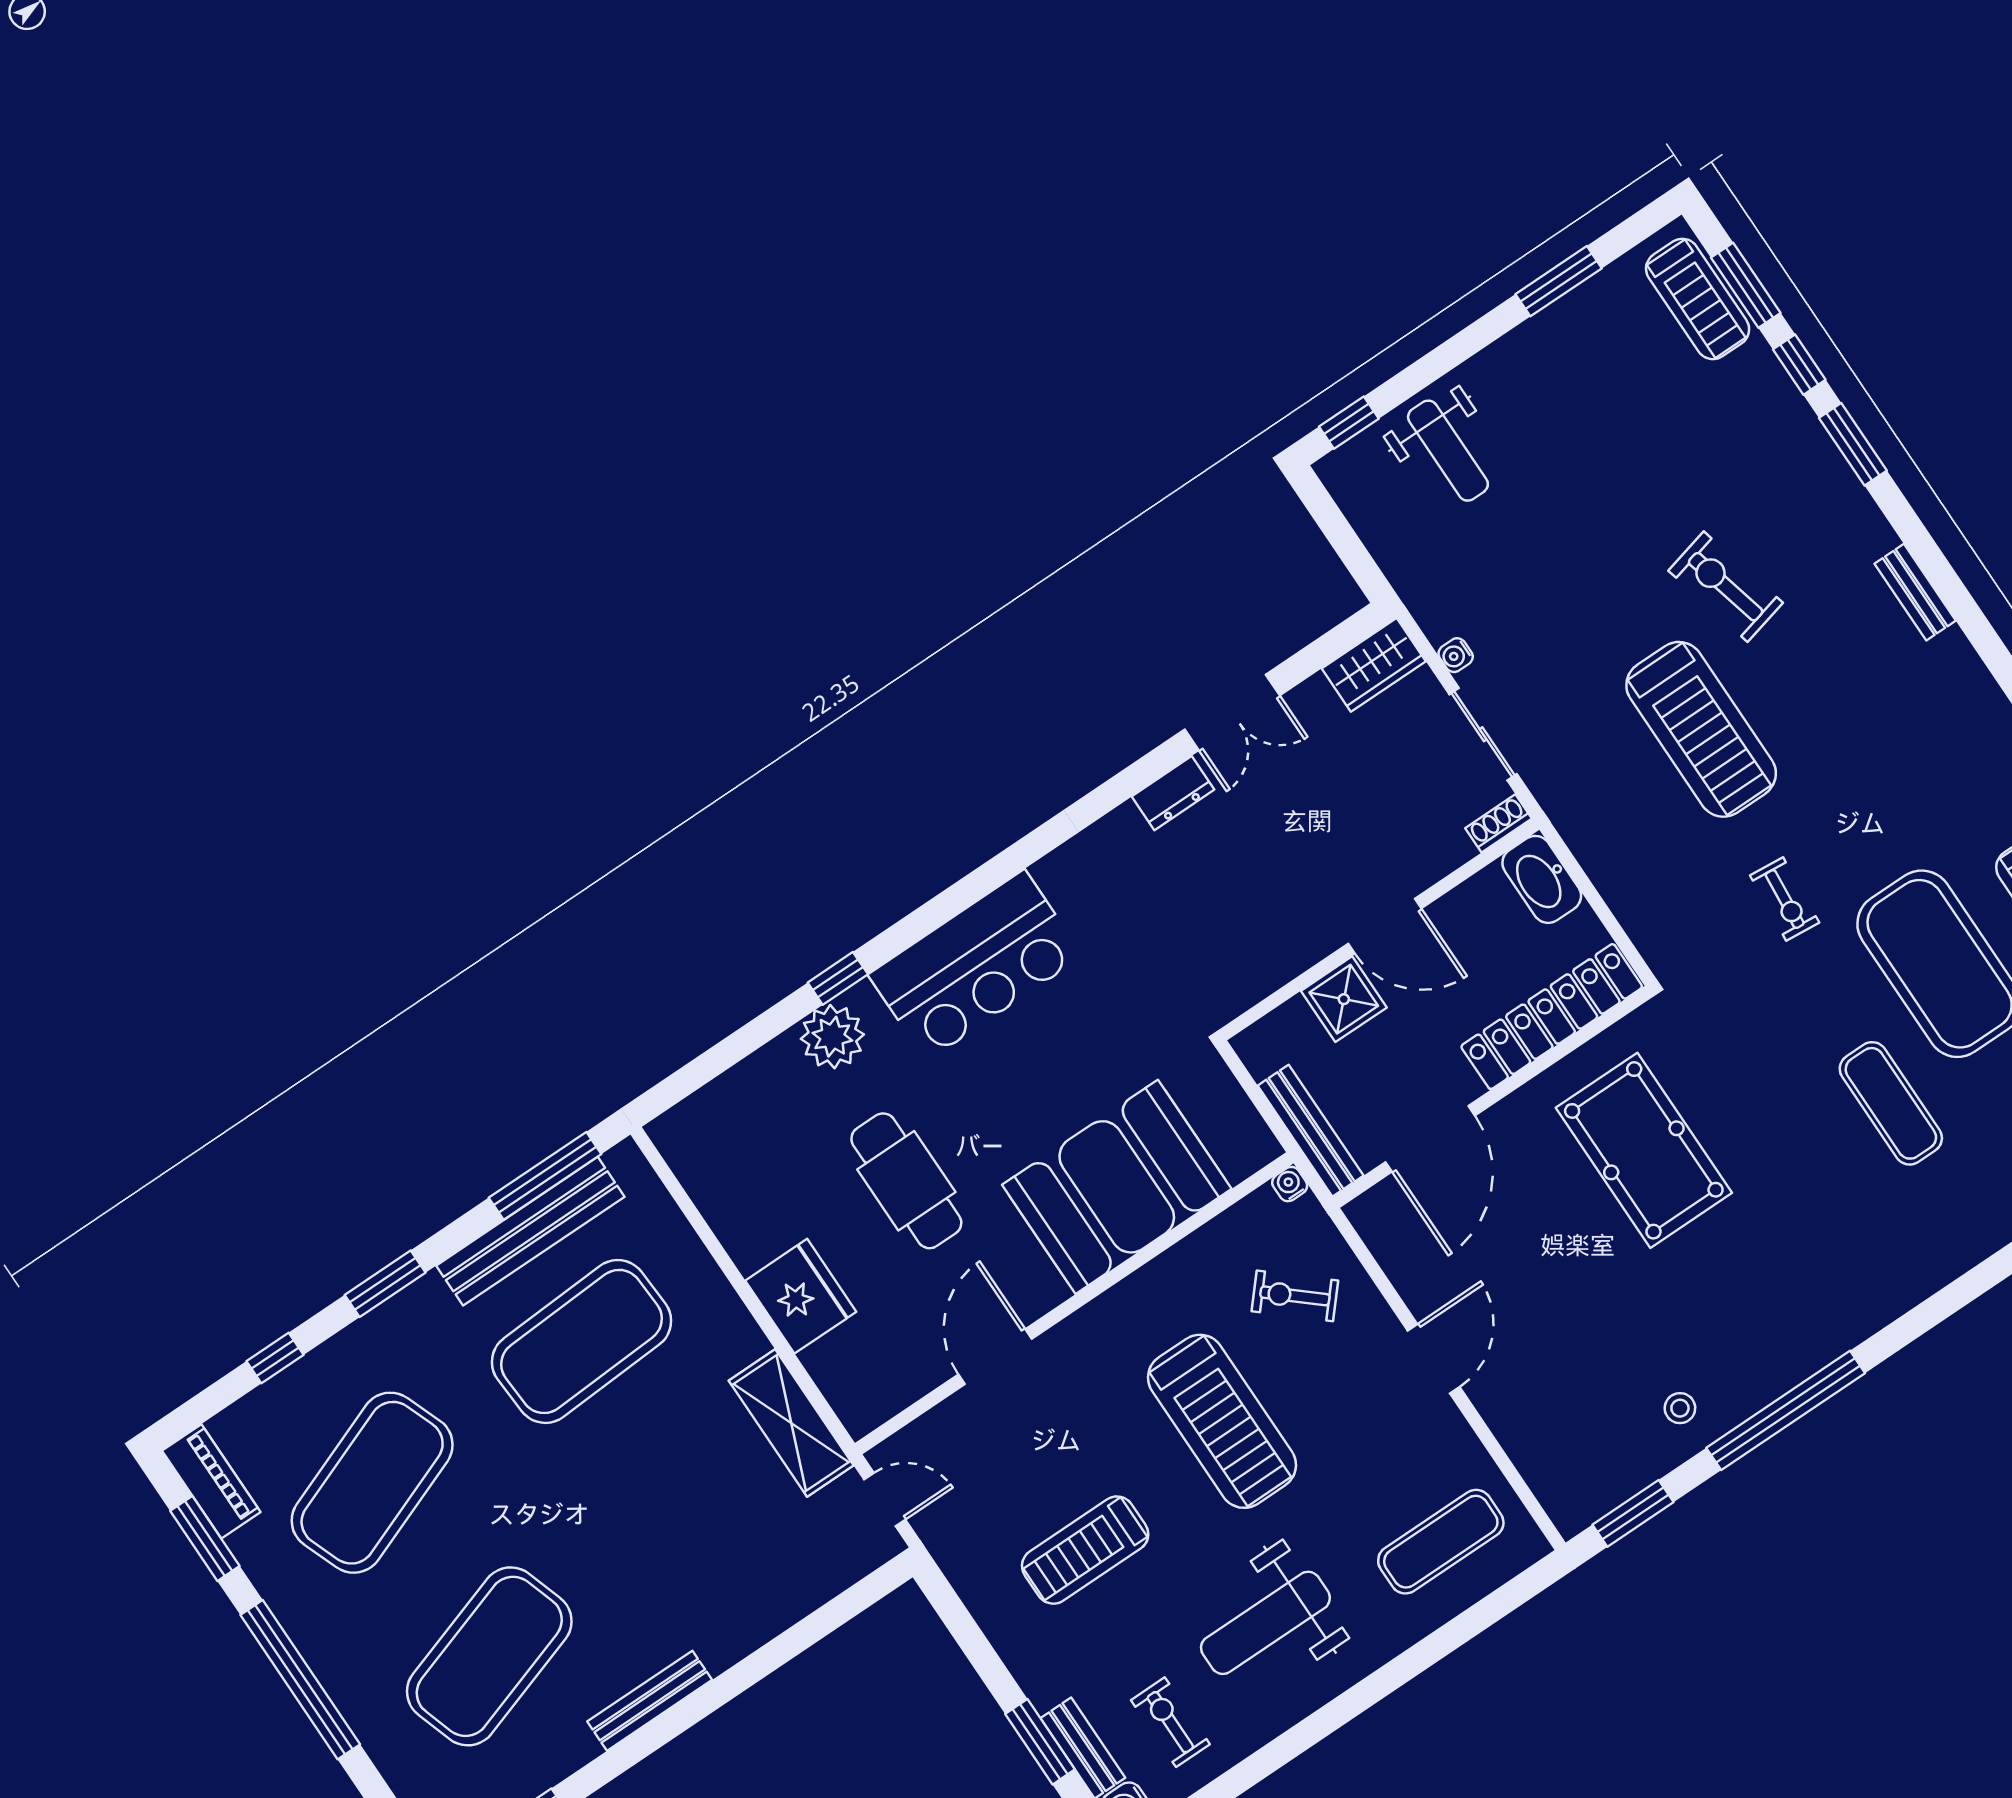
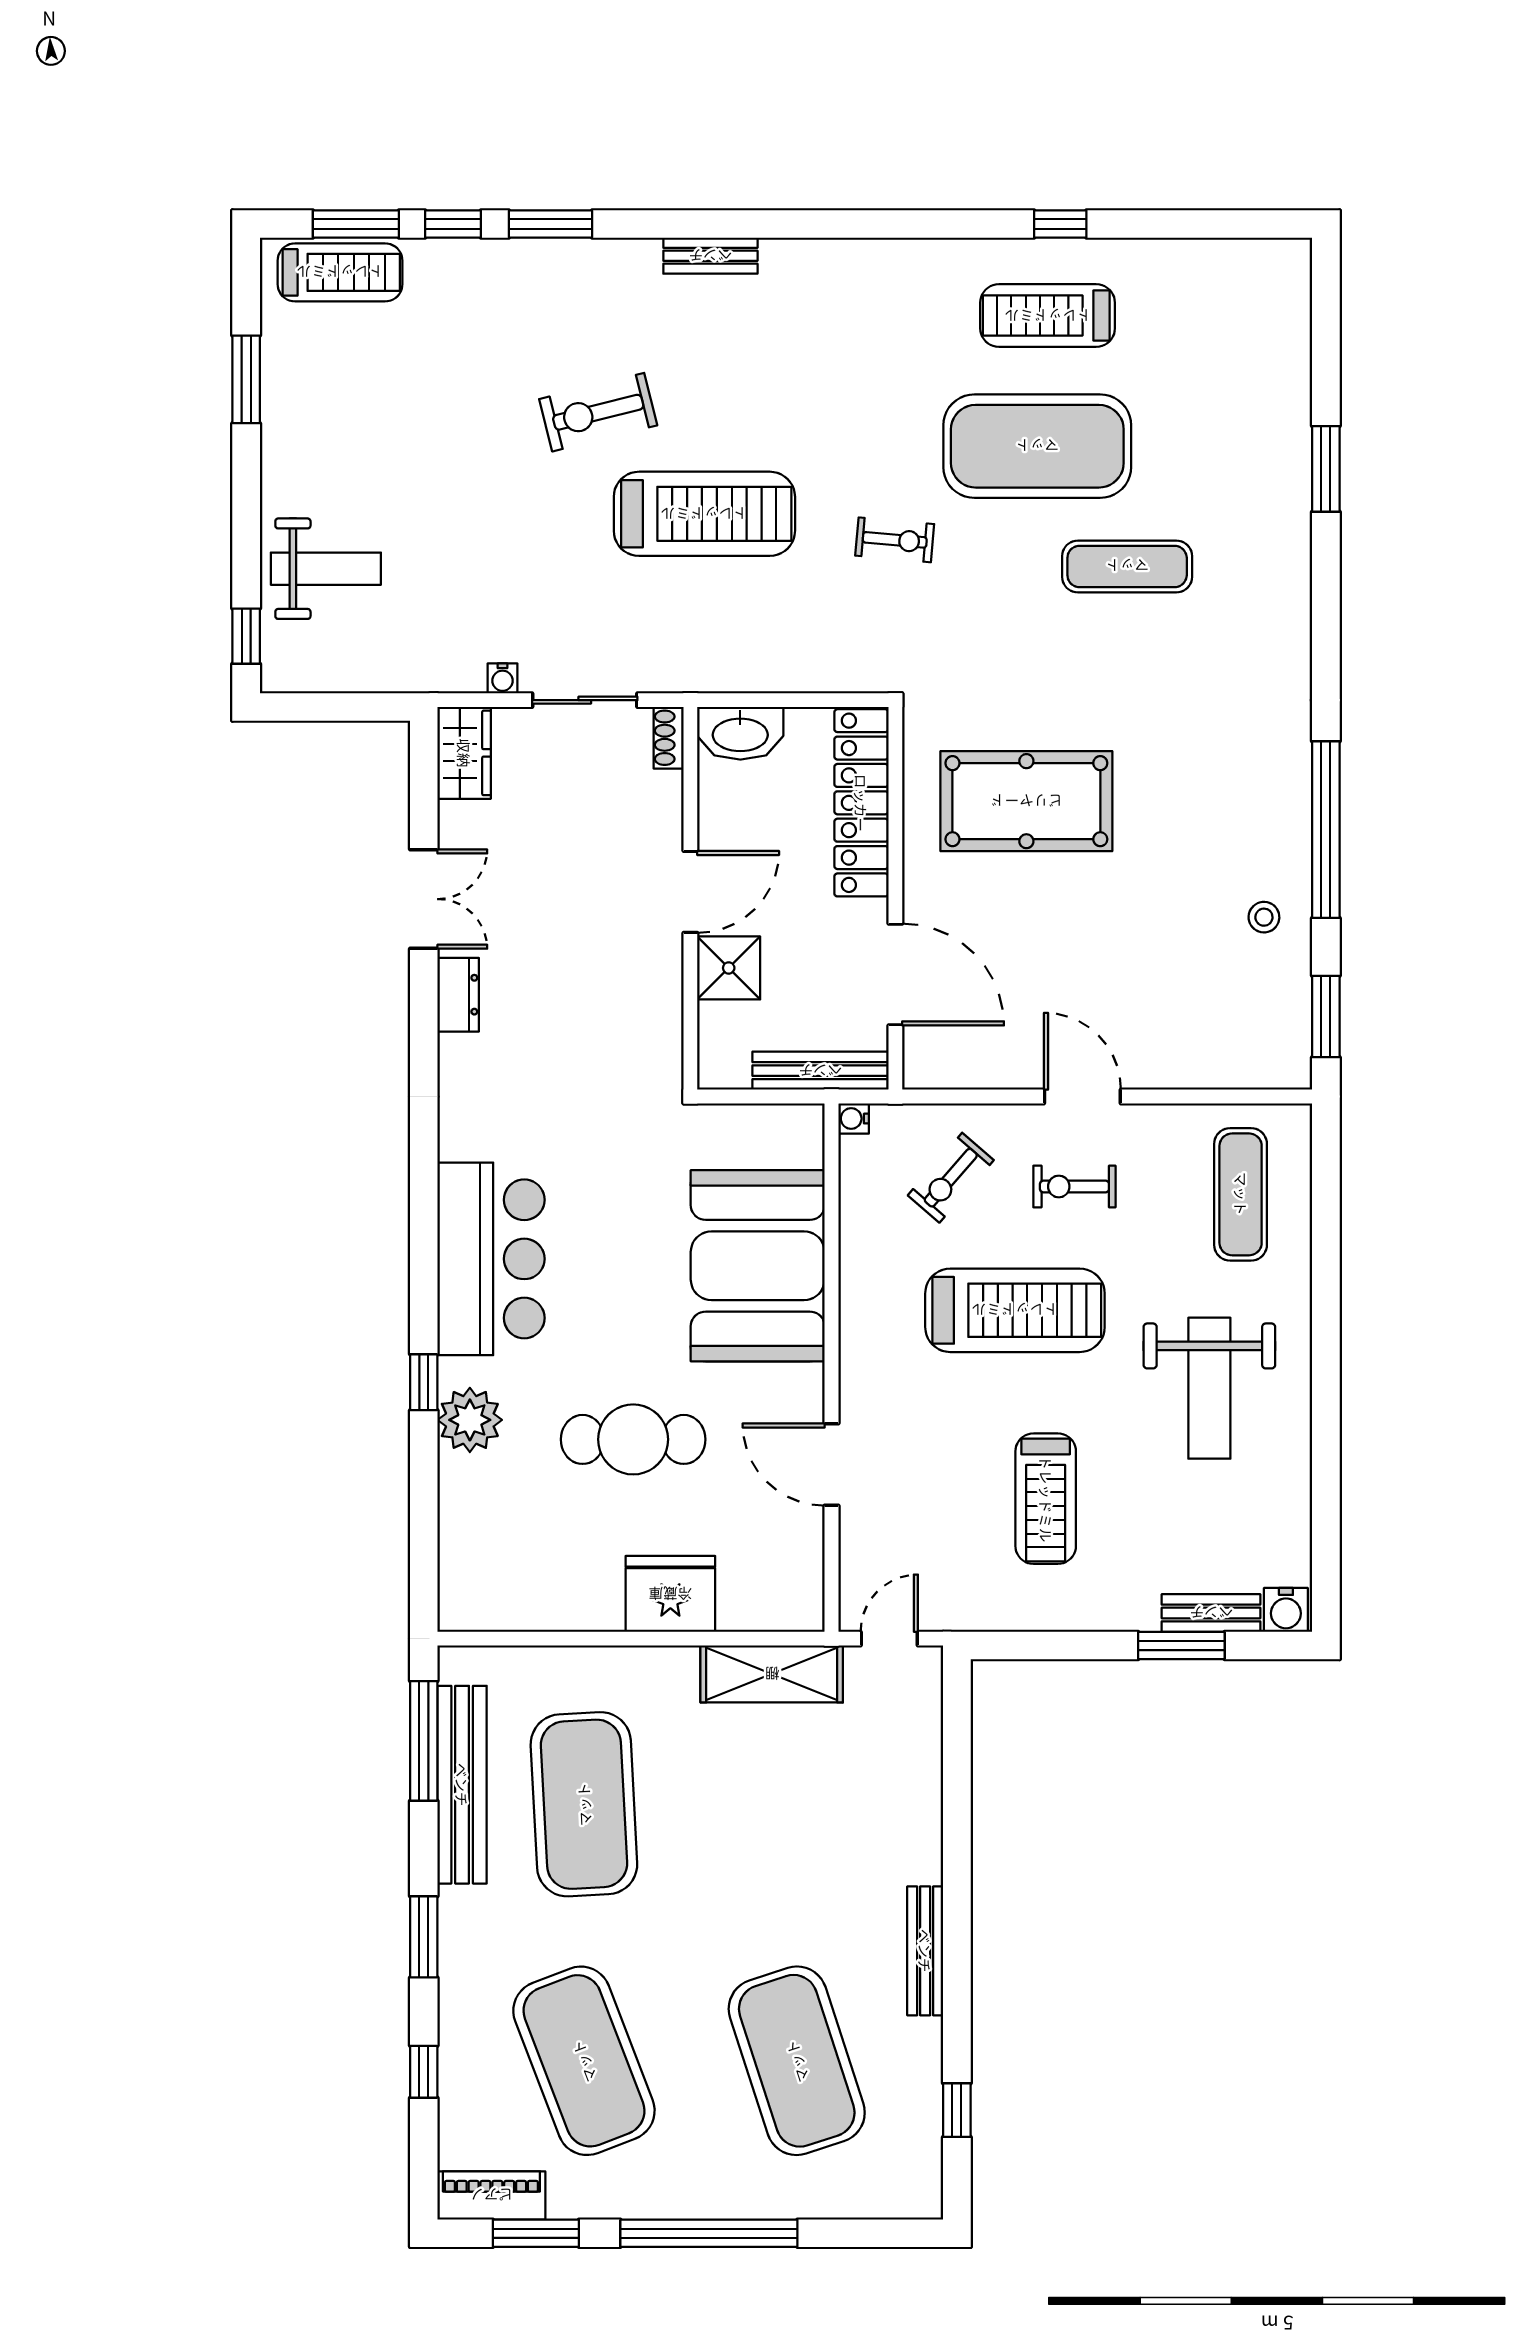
exercise bike: (1170, 1722) -> (1074, 1186), moved

